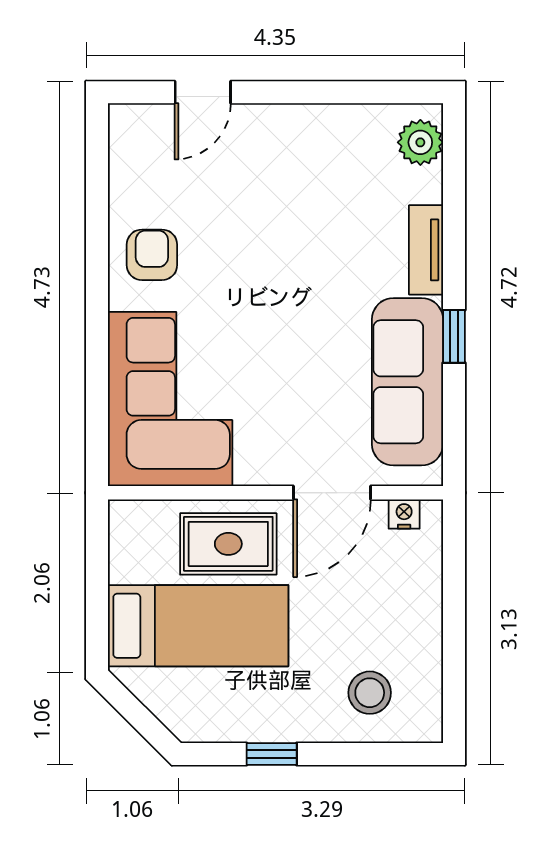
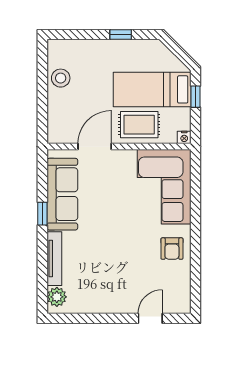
tv unit: (426, 250) -> (54, 259), width x1.41
nightstand: (404, 514) -> (184, 137), moved
window: (97, 609) -> (196, 97), added
stool: (370, 693) -> (61, 78), moved

